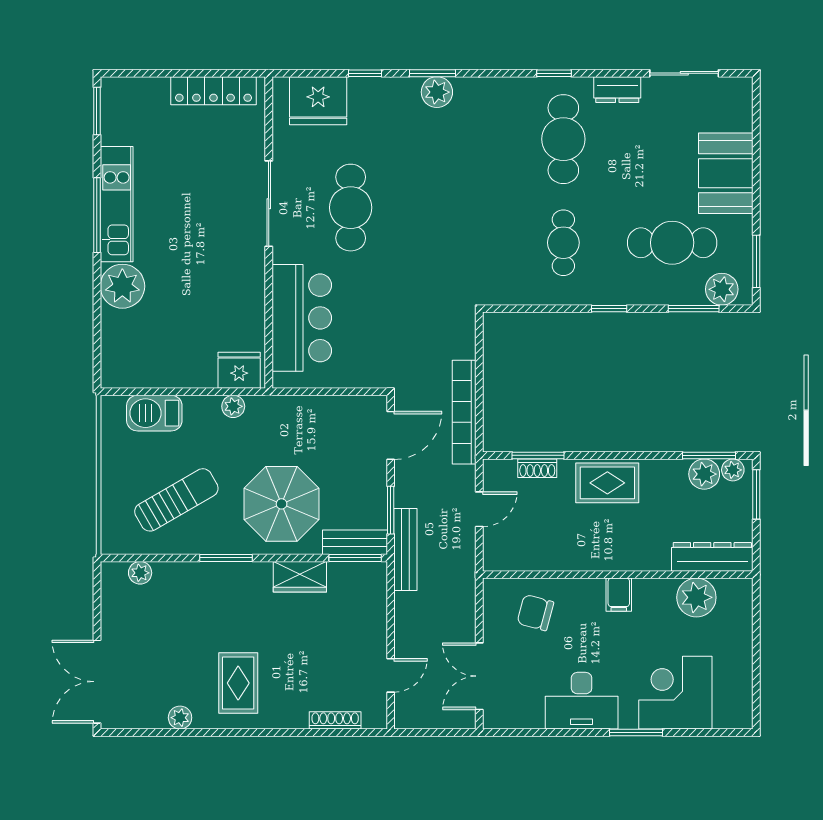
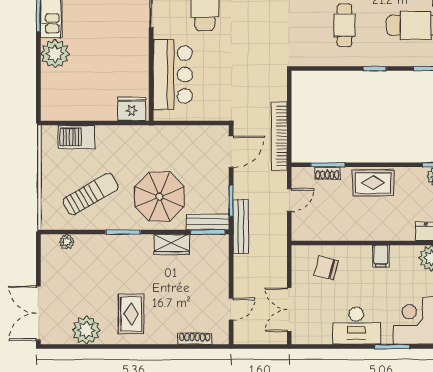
plant: (233, 406) -> (128, 133), removed
plant: (180, 718) -> (86, 330), width x1.87, depth x1.87

